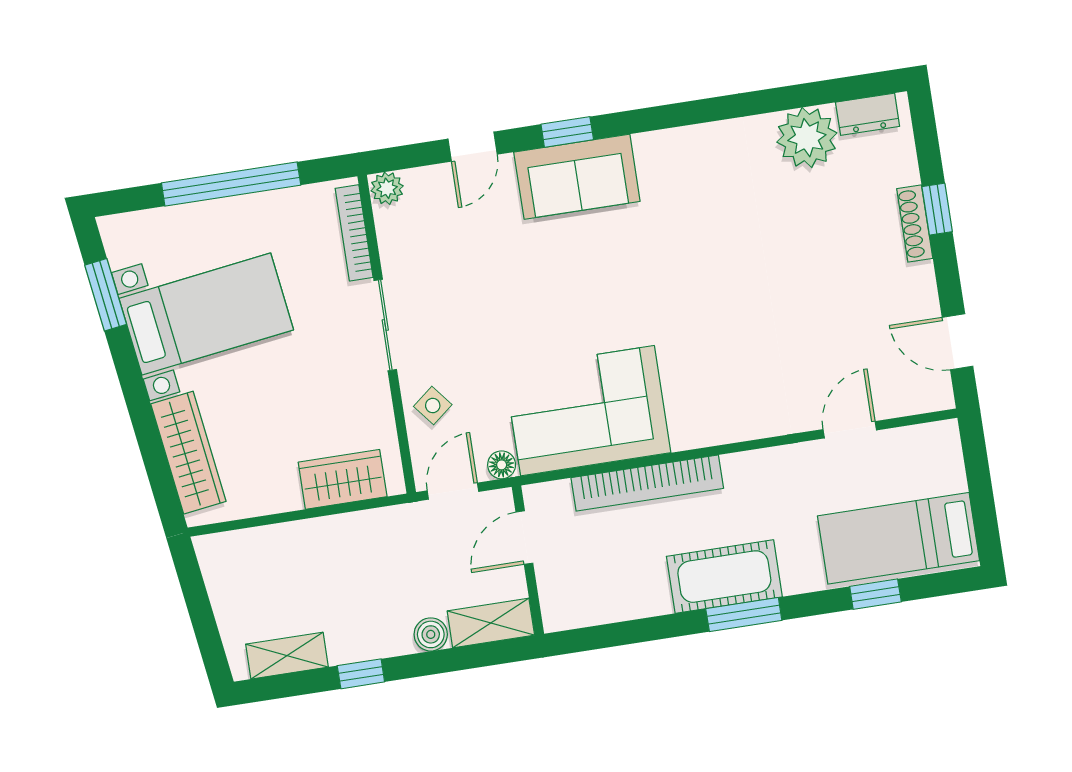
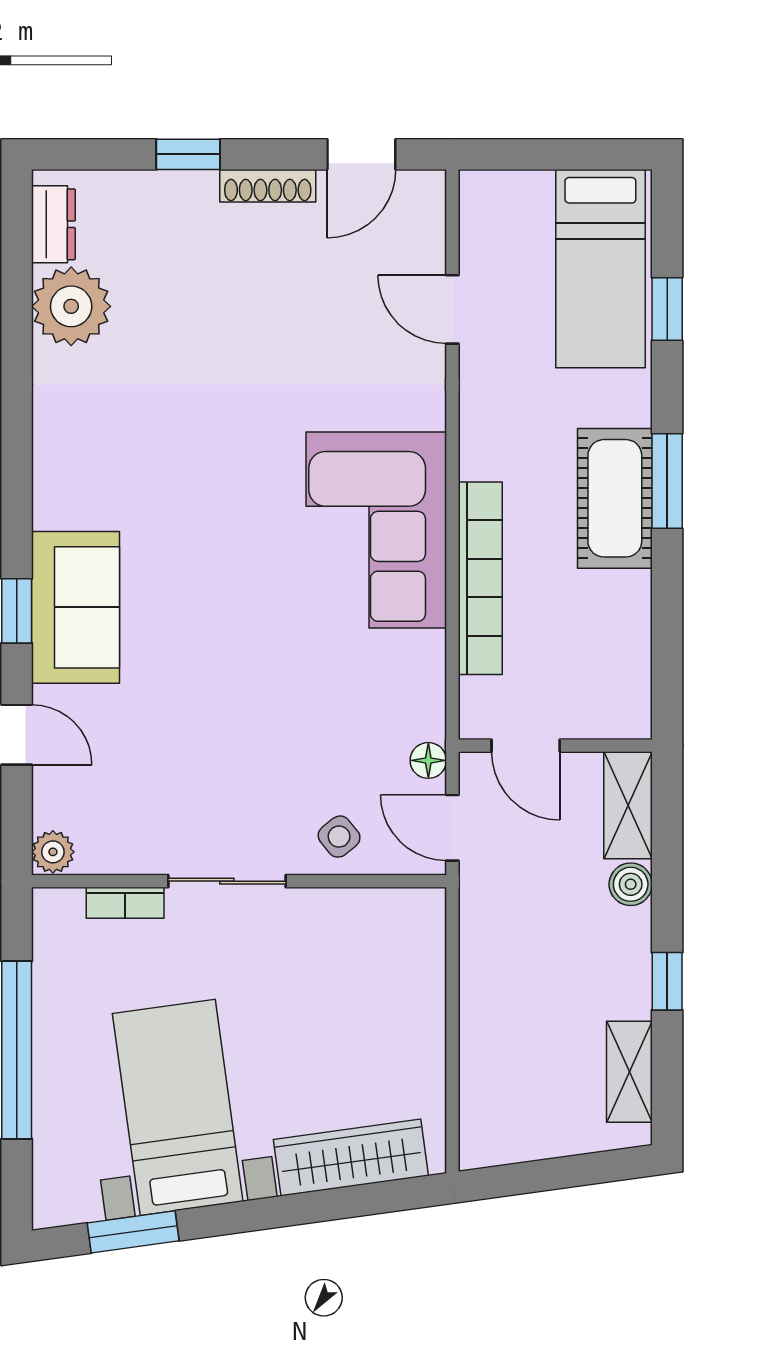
shoe rack: (915, 223) -> (268, 186), moved
bookcase: (354, 233) -> (125, 903), width x0.64
corner sofa: (587, 411) -> (376, 530), moved
wardrobe: (343, 479) -> (415, 966), removed

